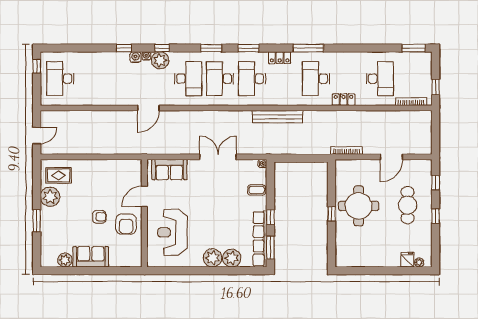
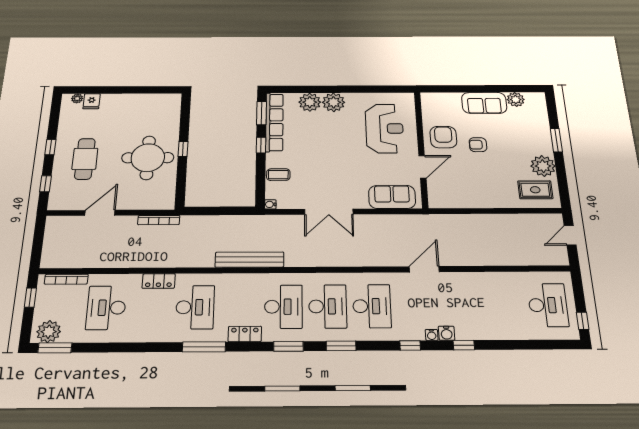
plant: (160, 60) -> (49, 332), moved
desk: (188, 79) -> (372, 306), turned 180

